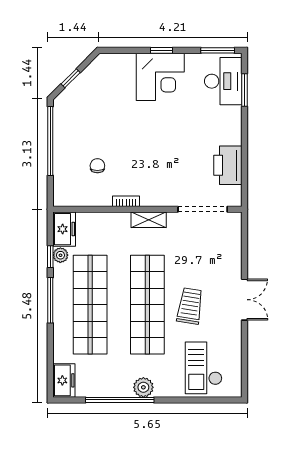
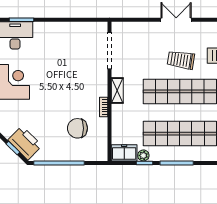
printer: (228, 165) -> (25, 143), moved, turned -135
chair: (97, 166) -> (77, 128), width x1.87, depth x1.87

